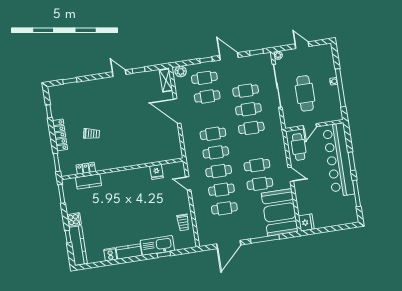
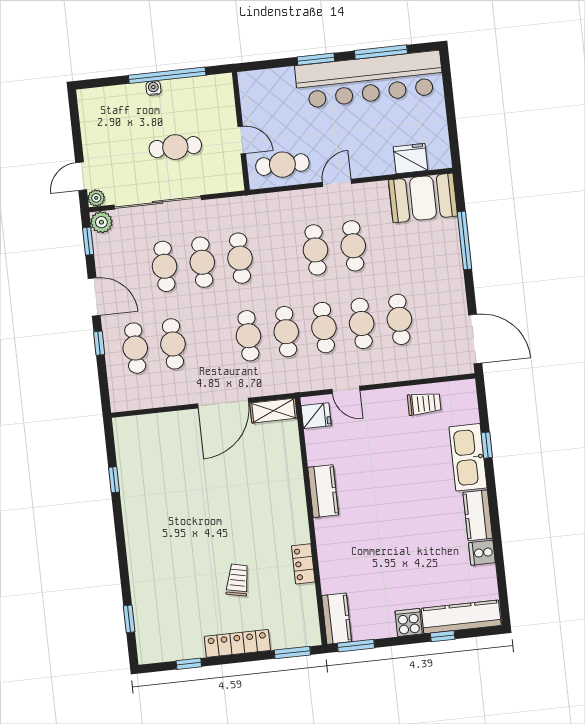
door: (302, 45) -> (81, 176), moved
door: (229, 56) -> (94, 297), swing flipped
plant: (181, 71) -> (101, 222), moved
door: (119, 73) -> (118, 519), removed
shelving: (166, 80) -> (274, 411), moved
cafe table: (305, 93) -> (175, 147), width x0.73, depth x0.74
door: (177, 111) -> (223, 403), moved
bar counter: (338, 160) -> (369, 80), moved
locker: (86, 168) -> (303, 564), moved
fridge: (157, 172) -> (316, 416), moved
kitchen counter: (137, 174) -> (323, 491), added
kitchen counter: (89, 181) -> (337, 619), moved
door: (188, 183) -> (346, 390), hinge flipped
booth: (280, 212) -> (423, 198), width x0.73, depth x0.70
fridge: (306, 222) -> (410, 159), moved
door: (229, 244) -> (475, 339), moved

